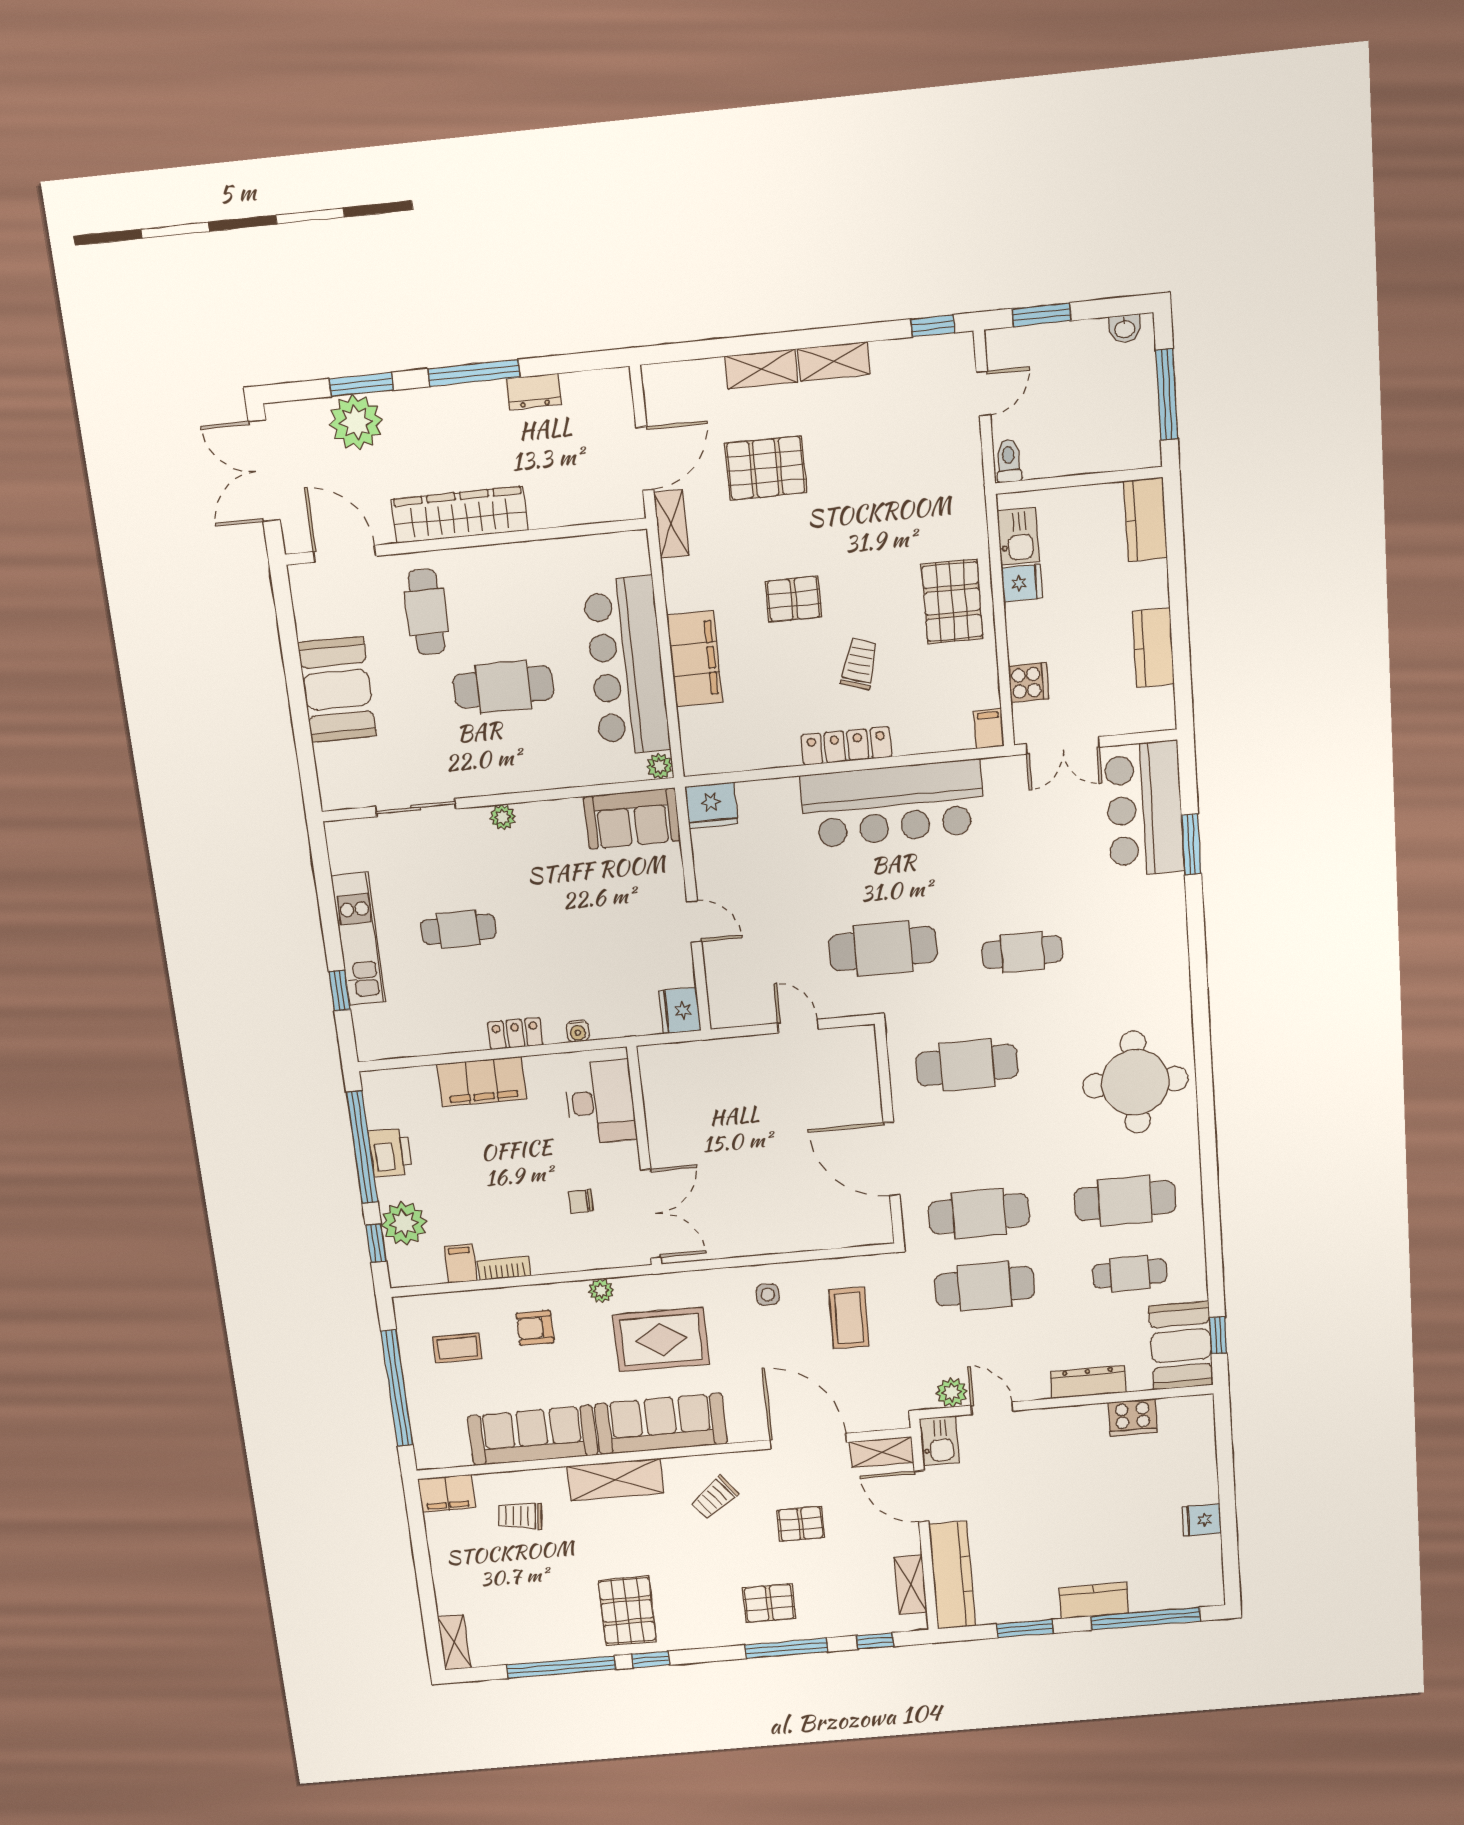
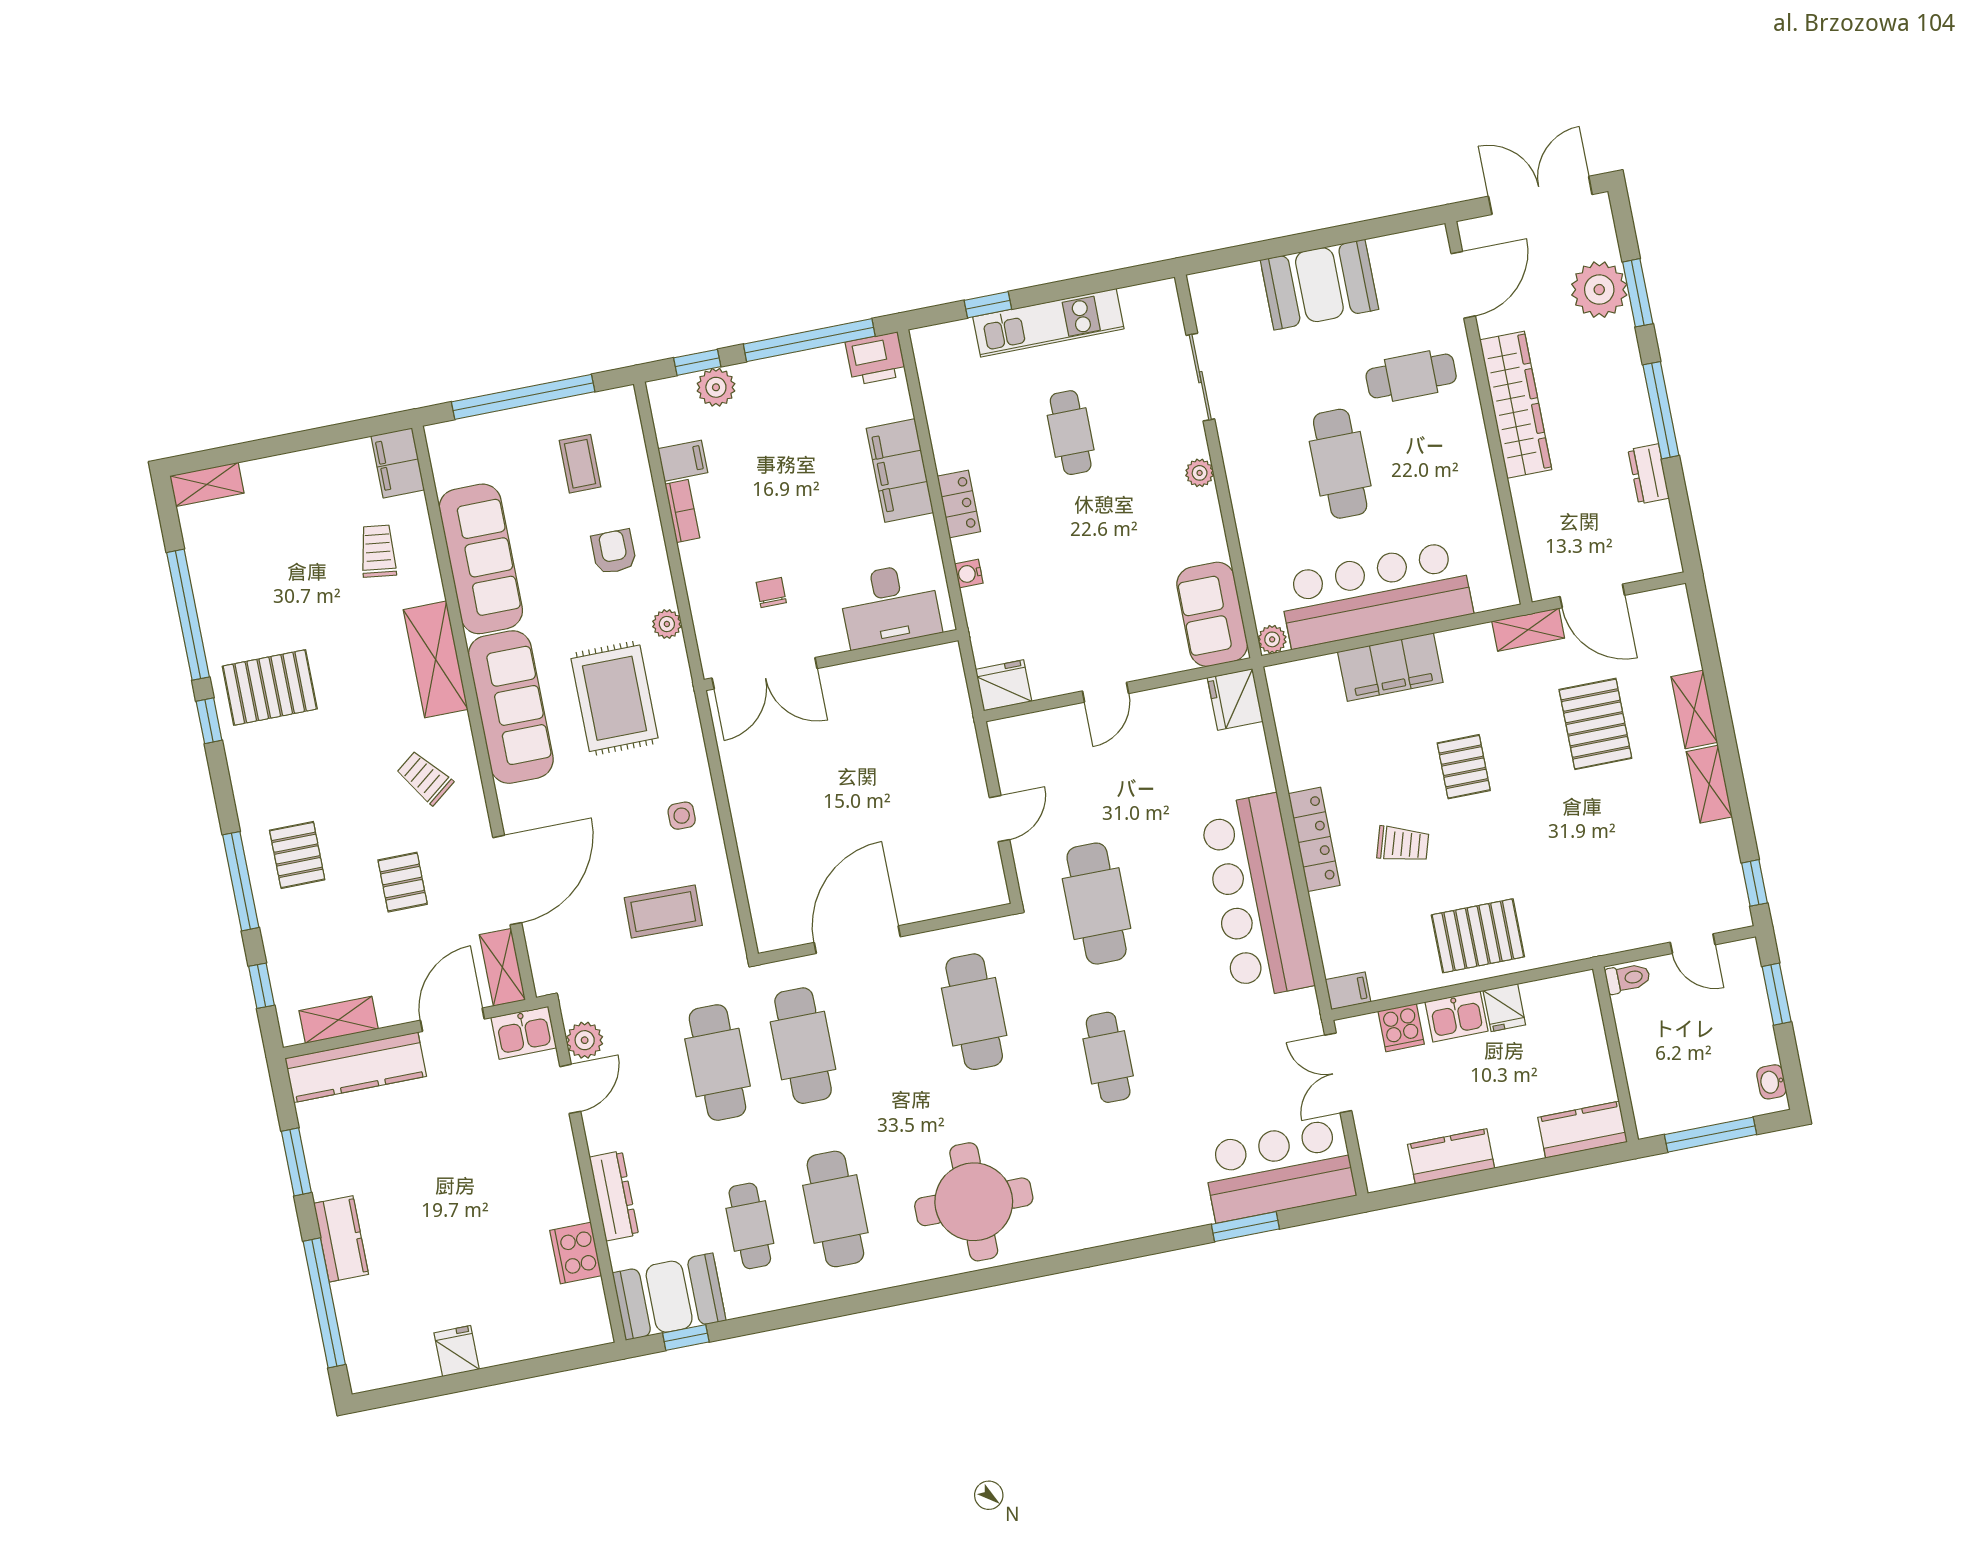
kitchen sink: (1018, 536) -> (1456, 1017), moved
printer: (390, 1153) -> (876, 359), moved
plant: (404, 1223) -> (716, 387), width x0.73, depth x0.73

